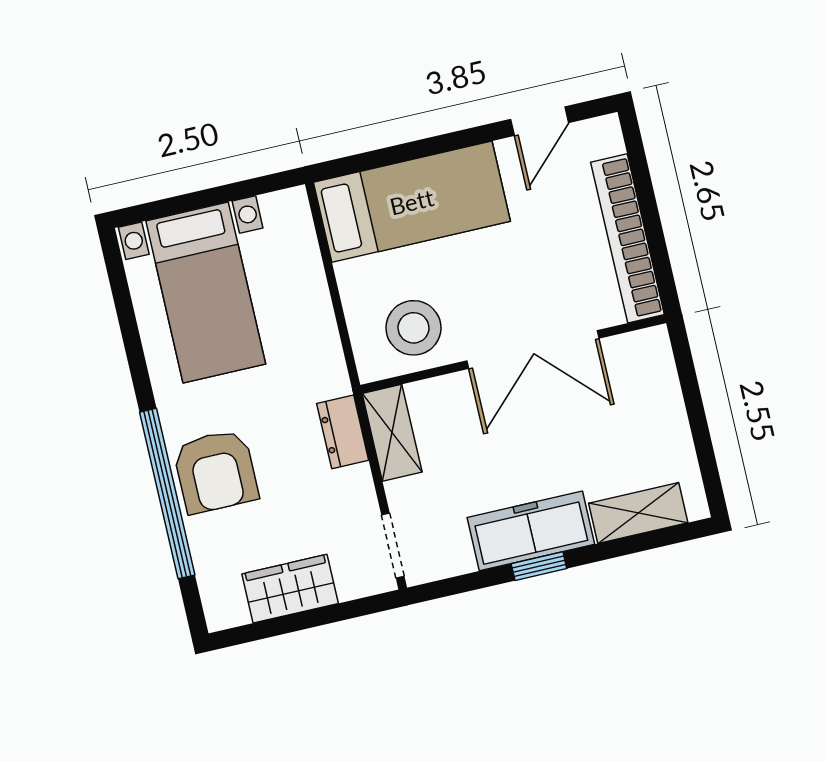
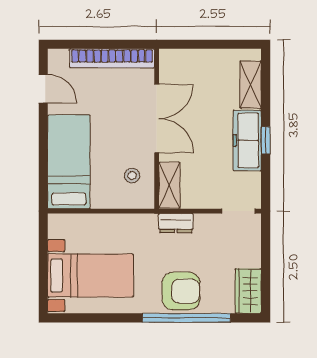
stool: (413, 328) -> (132, 176), width x0.53, depth x0.53
shelving: (392, 433) -> (169, 185), moved, turned 90
wardrobe: (290, 589) -> (248, 291), moved

